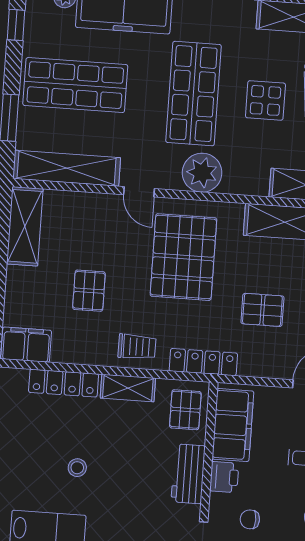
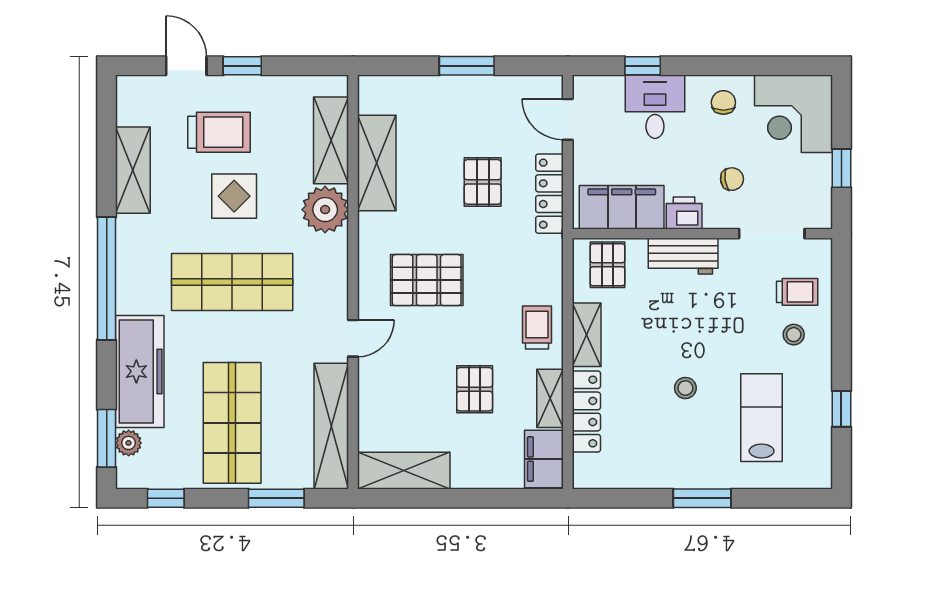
plant: (202, 173) -> (325, 210), moved
pallet: (183, 257) -> (427, 280), width x0.73, depth x0.71
pallet: (89, 291) -> (475, 389), turned 90
shelving: (77, 353) -> (550, 398), added
locker: (203, 362) -> (550, 194), moved
pallet: (185, 410) -> (608, 265), turned 90
chair: (250, 519) -> (732, 179), turned -98

